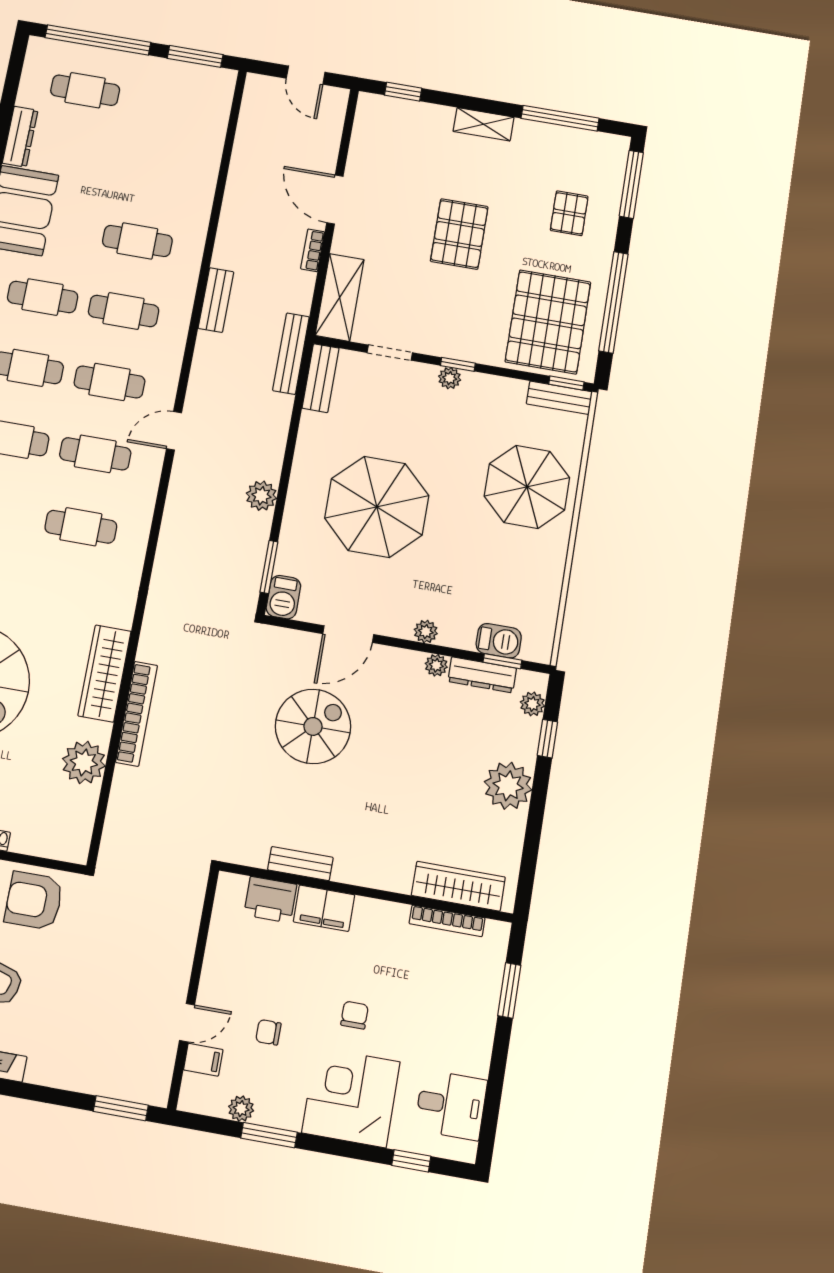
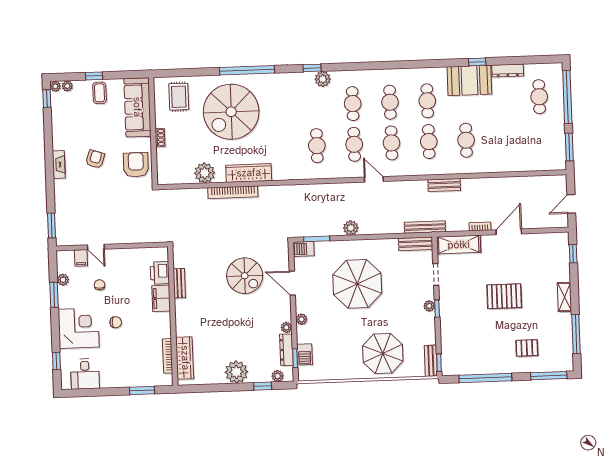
pallet: (548, 322) -> (468, 348), removed

